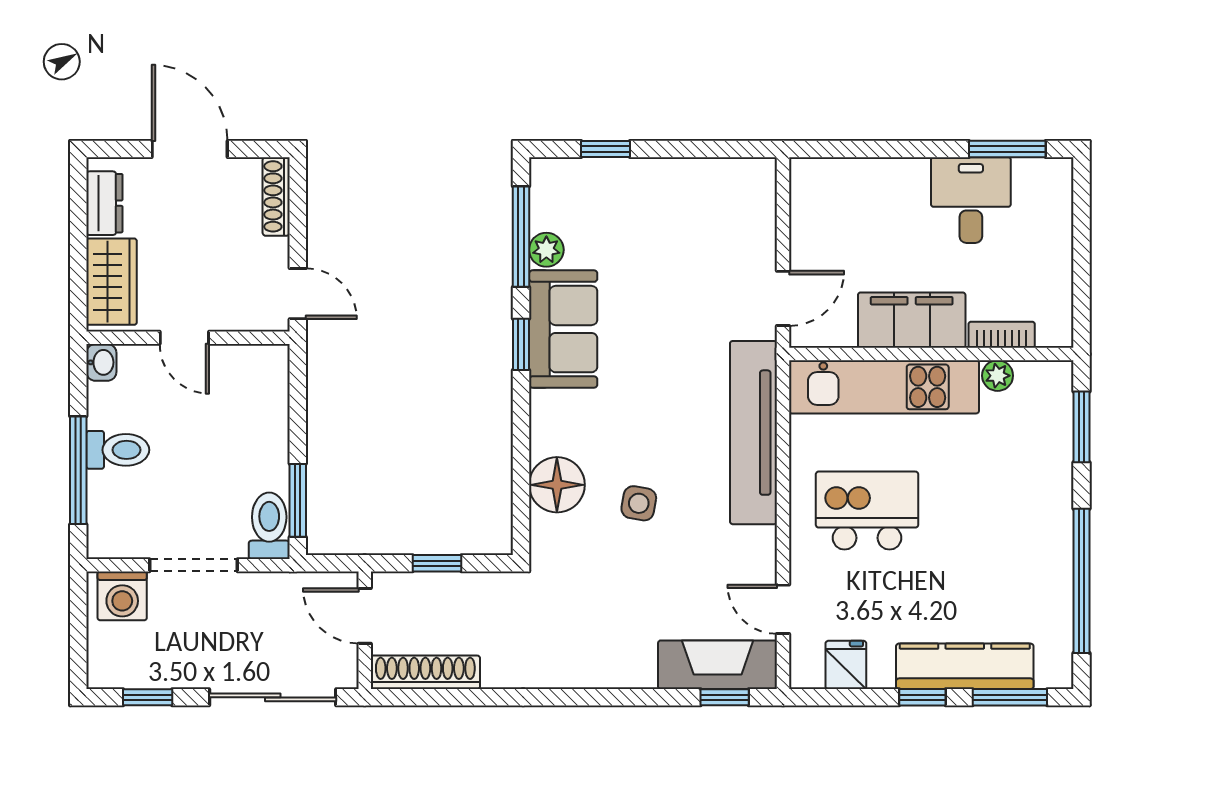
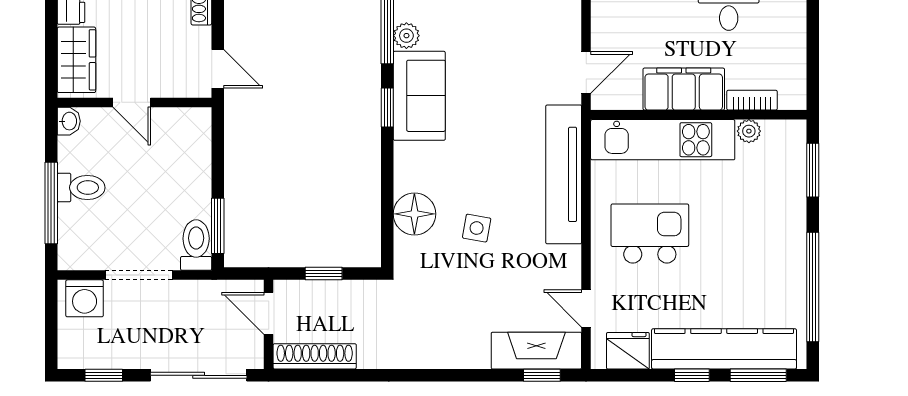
fridge: (846, 665) -> (628, 351), width x1.38
kitchen counter: (965, 666) -> (724, 349), width x1.39, depth x1.17

